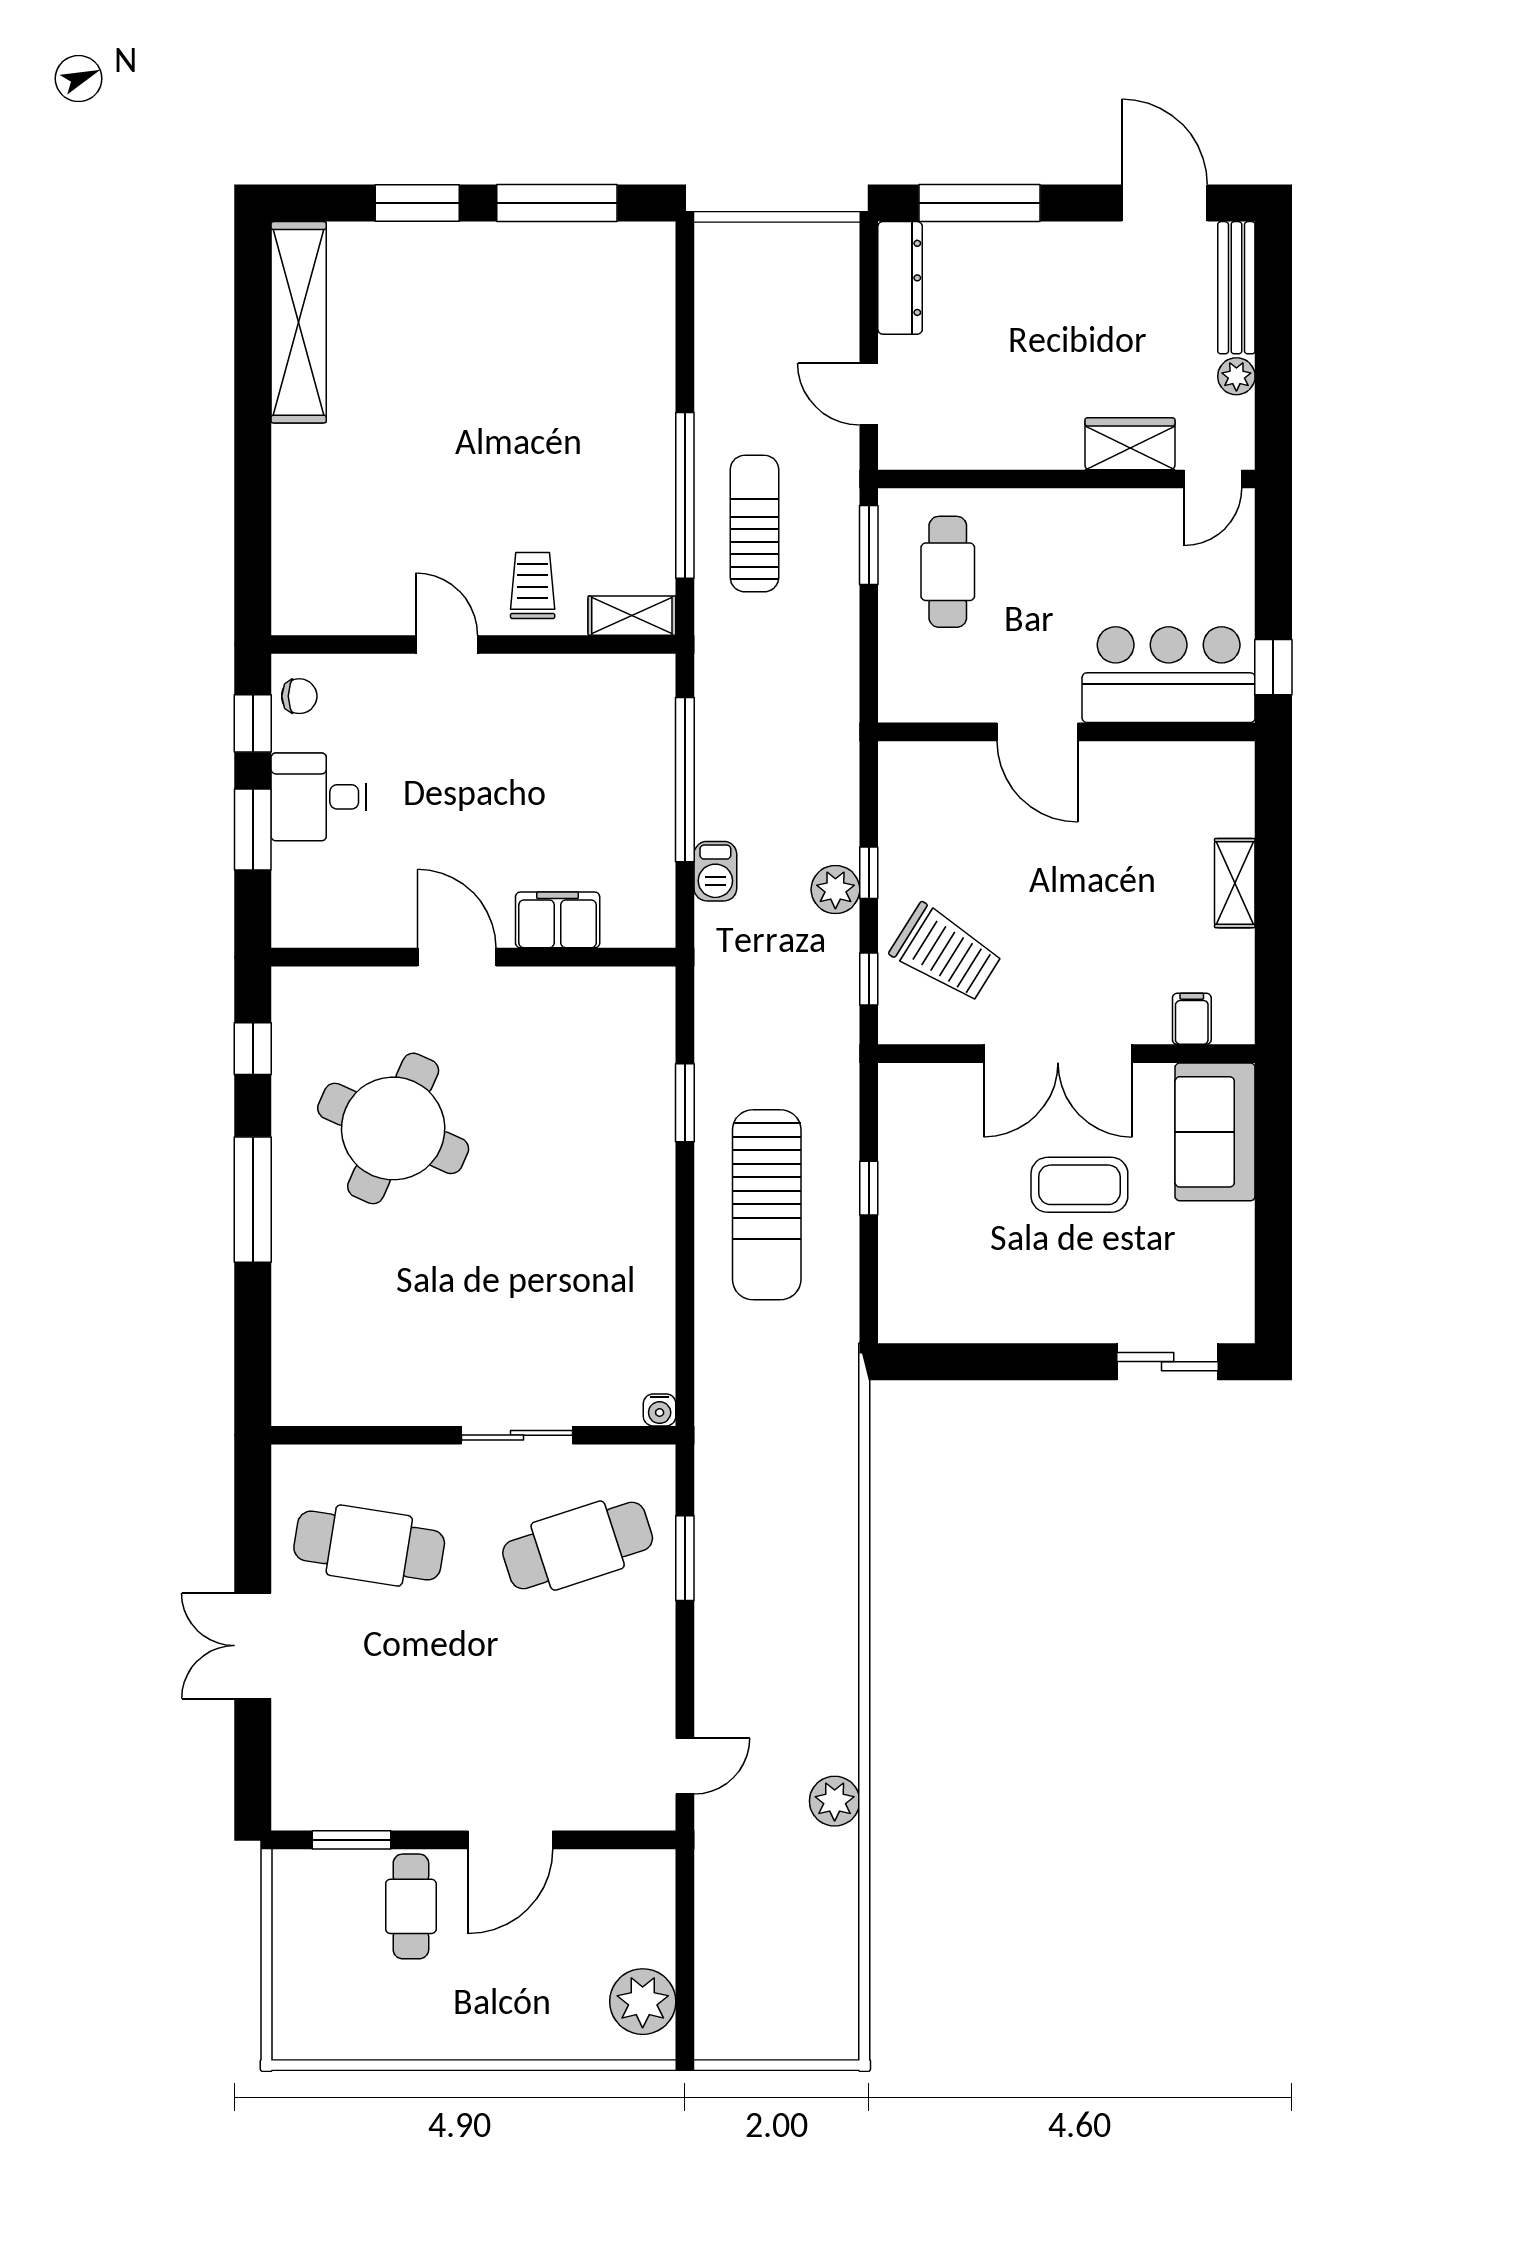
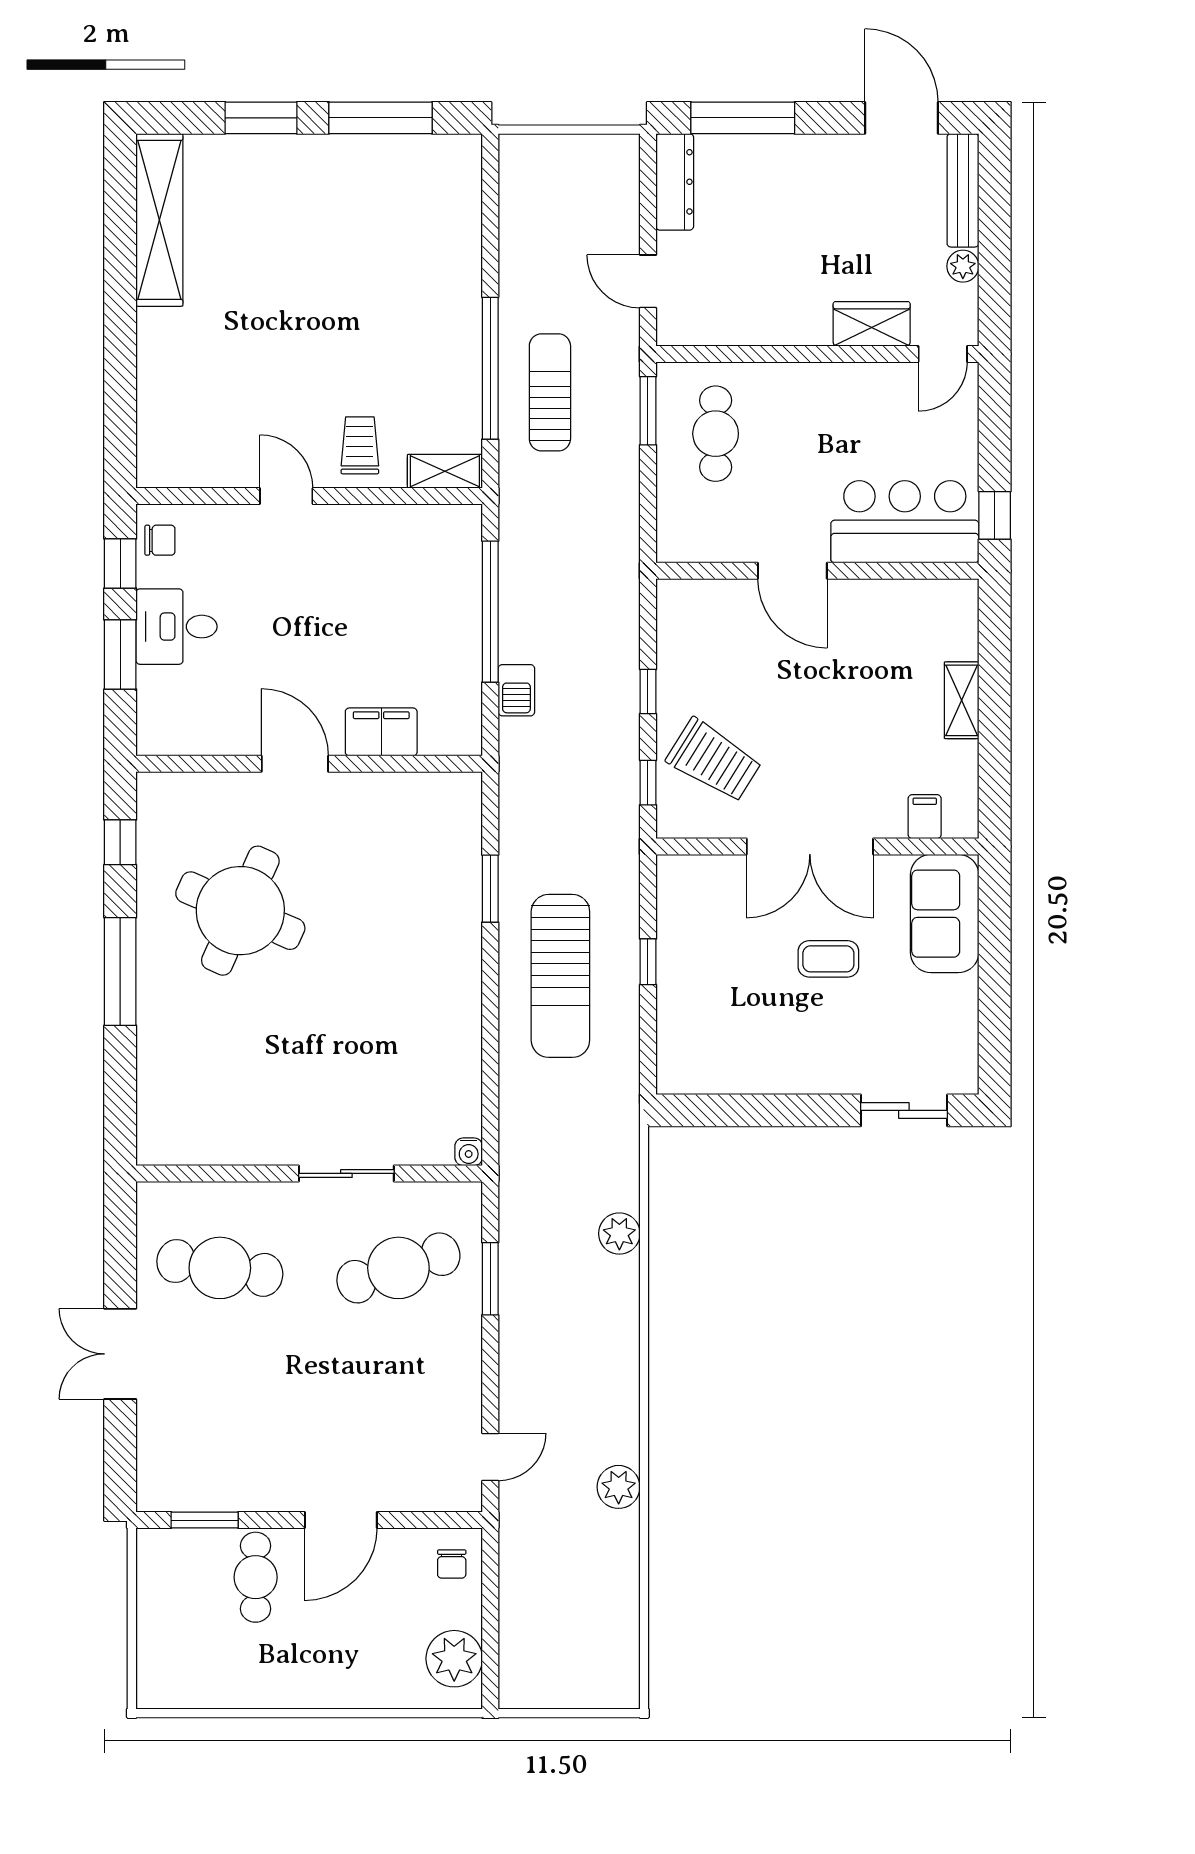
plant: (835, 890) -> (619, 1233), moved
coffee table: (1079, 1185) -> (828, 959), width x0.73, depth x0.77
chair: (640, 1891) -> (452, 1564), added

